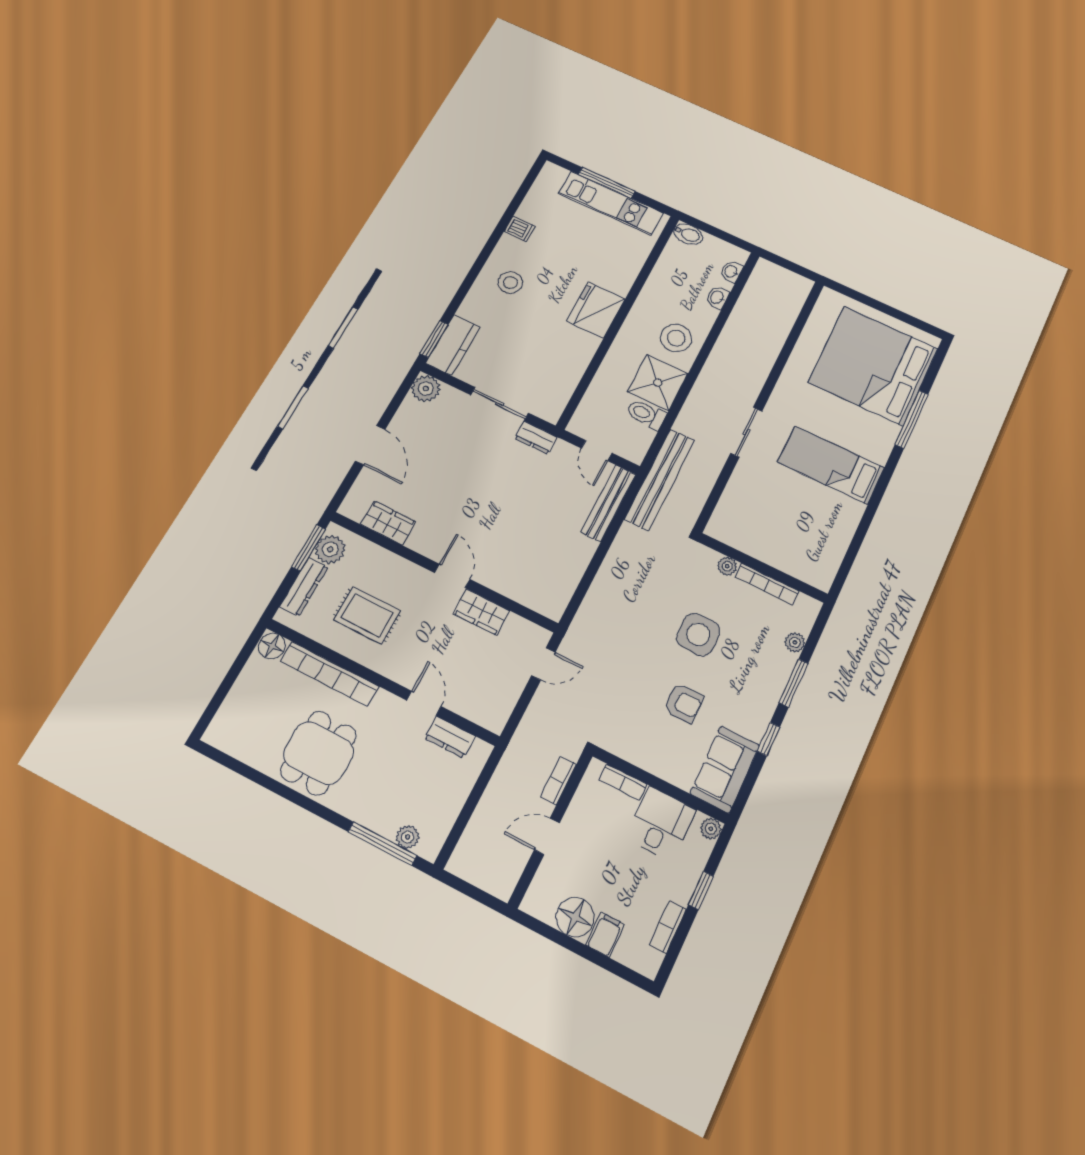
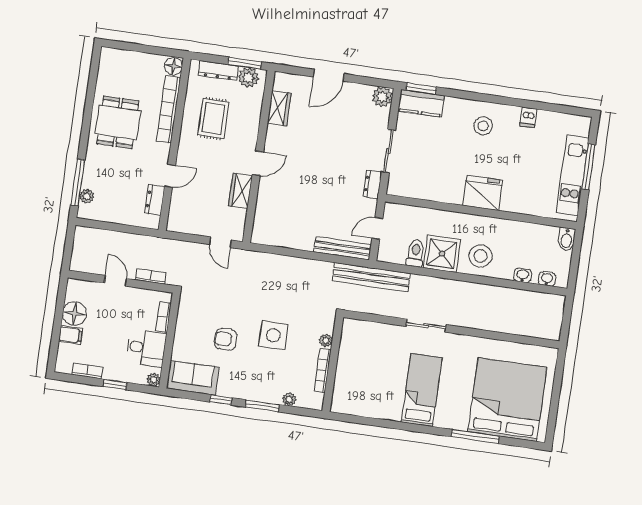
armchair: (684, 703) -> (226, 339), turned 89
dining table: (318, 753) -> (118, 122), turned 90

